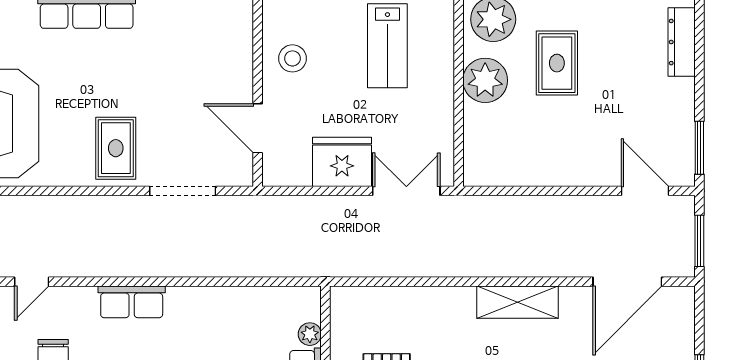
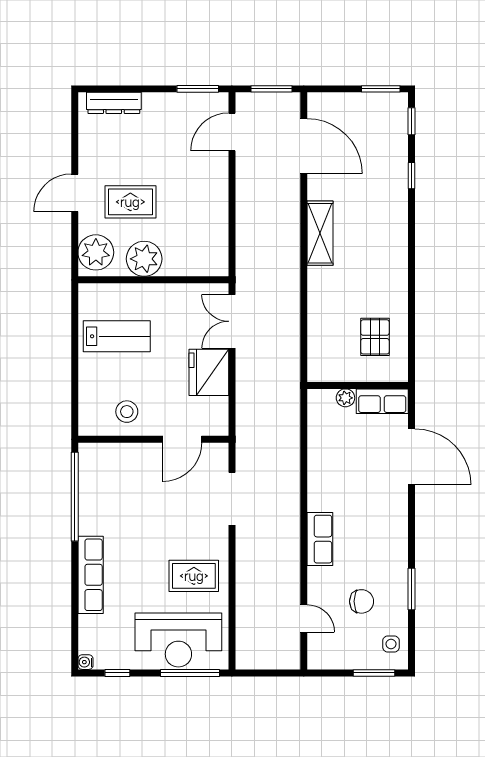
rug: (116, 148) -> (194, 576), moved

